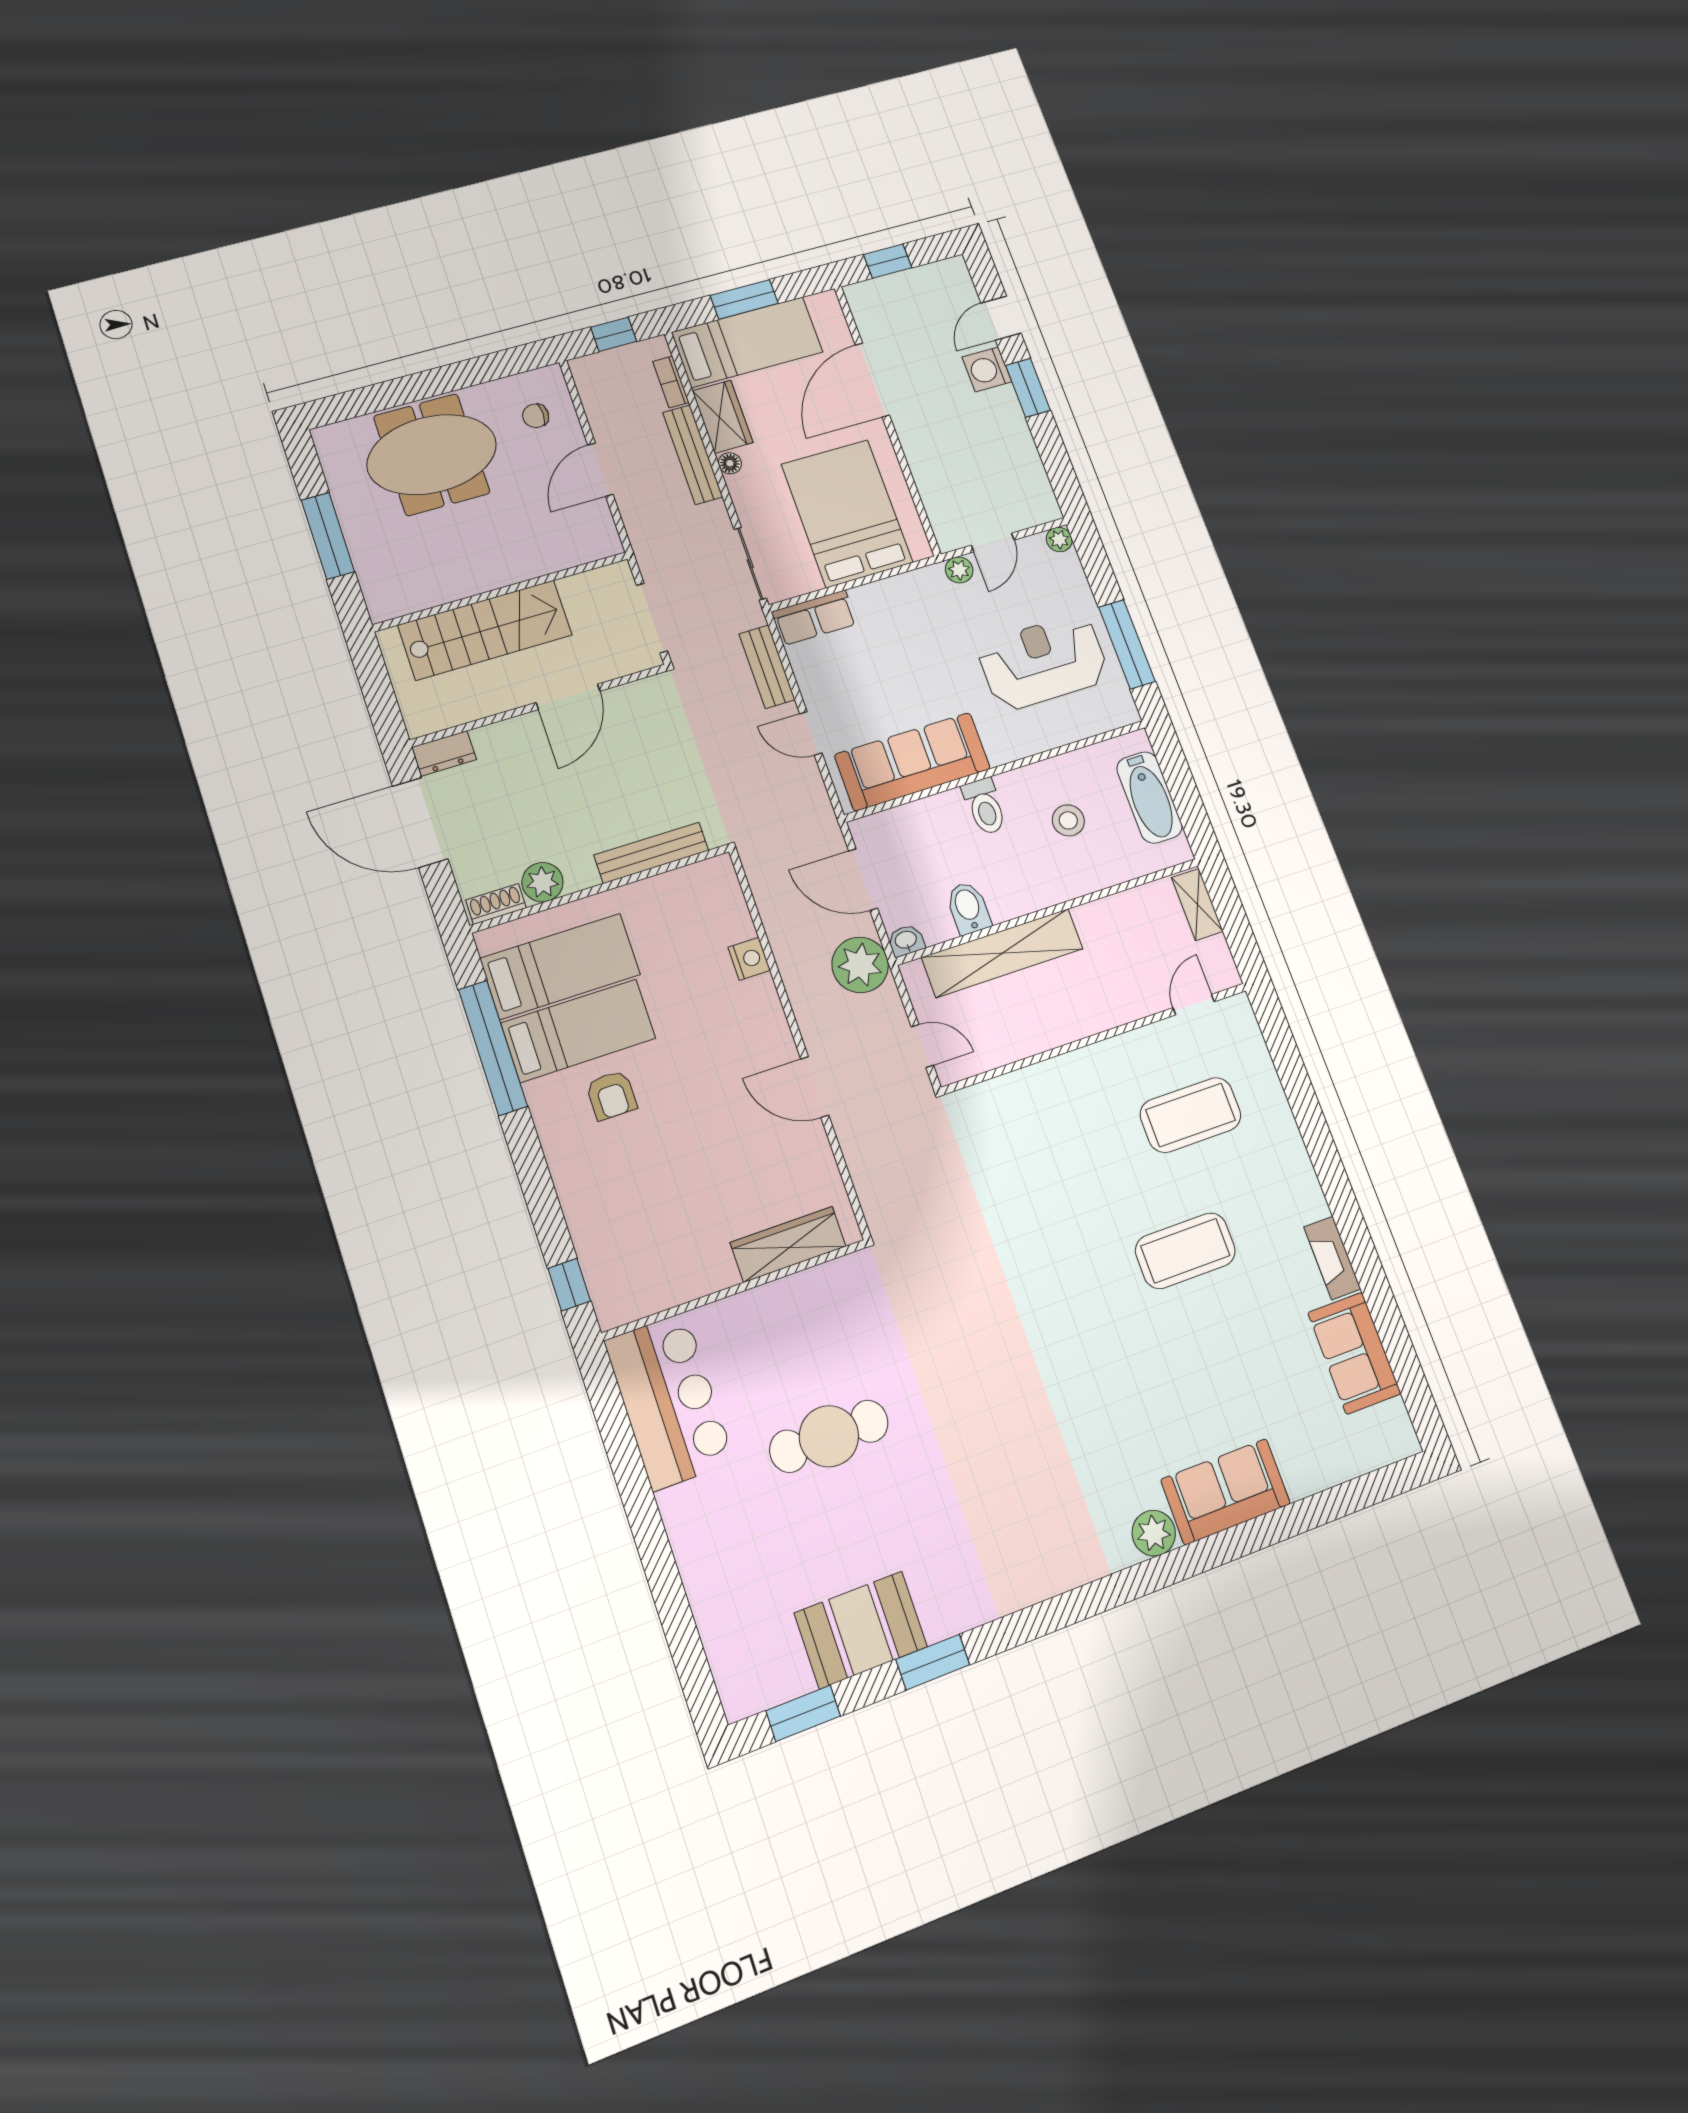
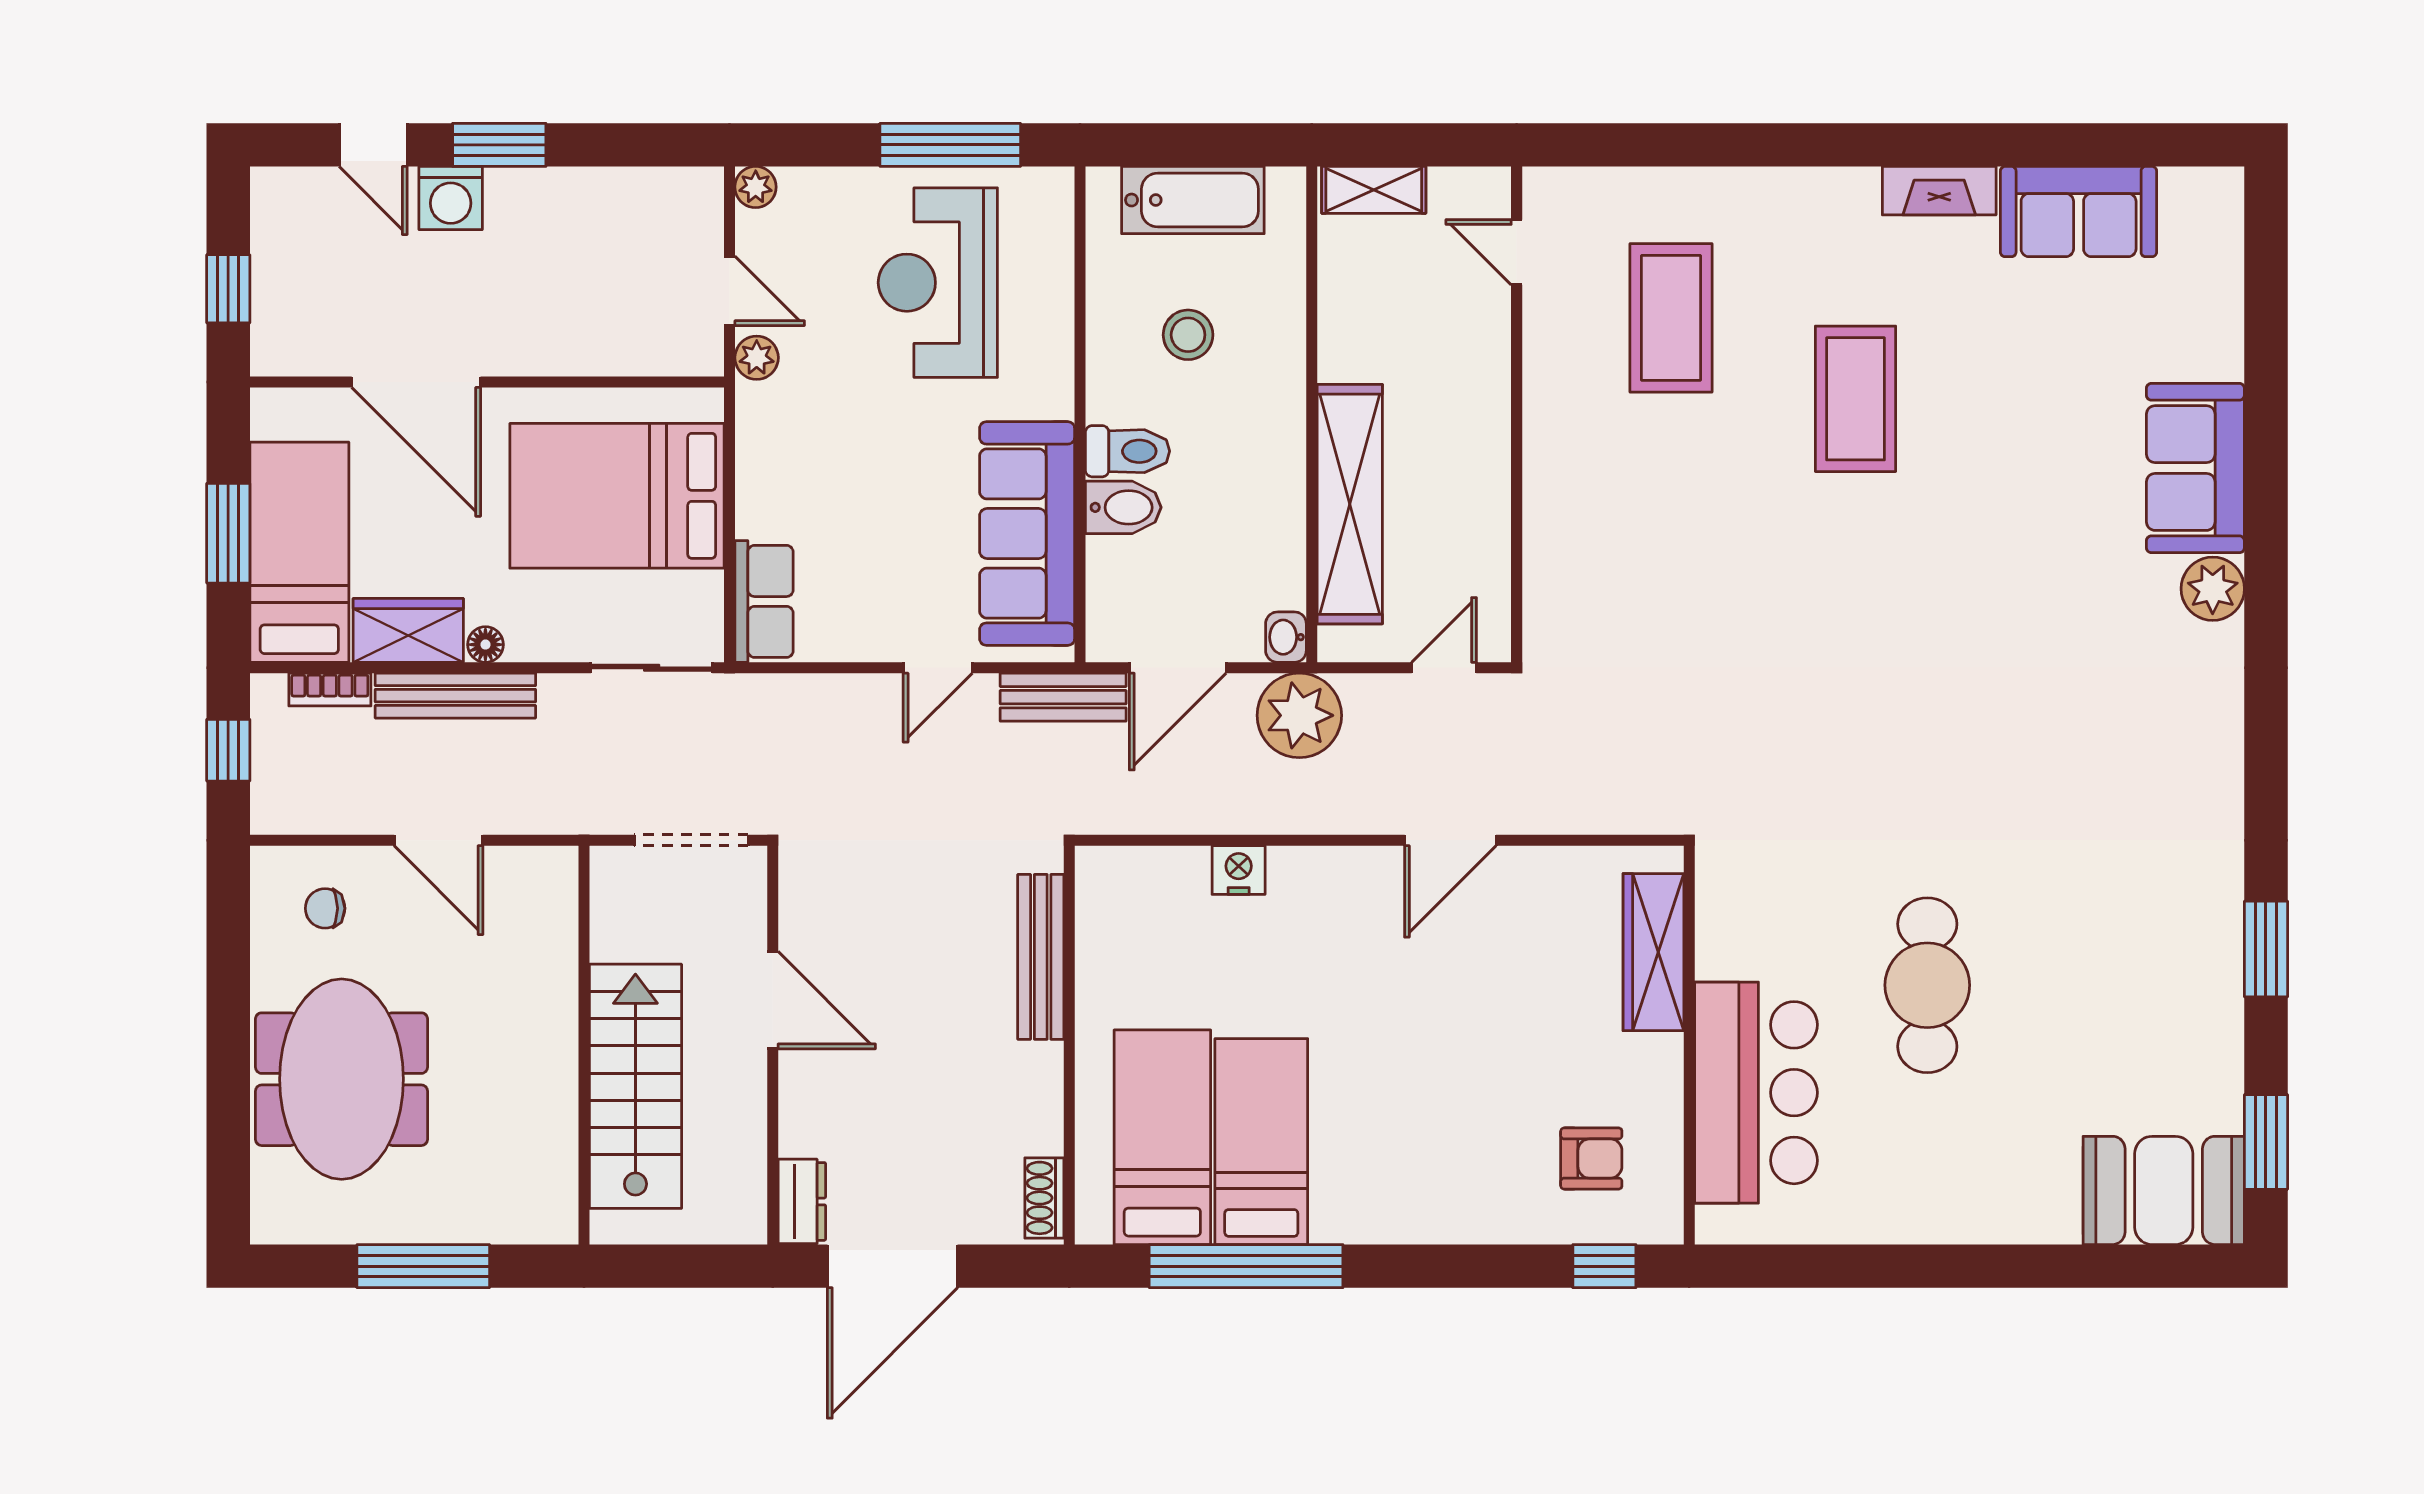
chair: (536, 416) -> (325, 908), turned 90
bench: (767, 667) -> (1063, 697), moved
plant: (543, 882) -> (1034, 1123), removed
bidet: (968, 908) -> (1123, 507), moved, turned 180
armchair: (611, 1095) -> (1591, 1159), moved
bar counter: (669, 1401) -> (1756, 1093), moved, turned 90
booth: (861, 1630) -> (2164, 1190), moved, turned 90

